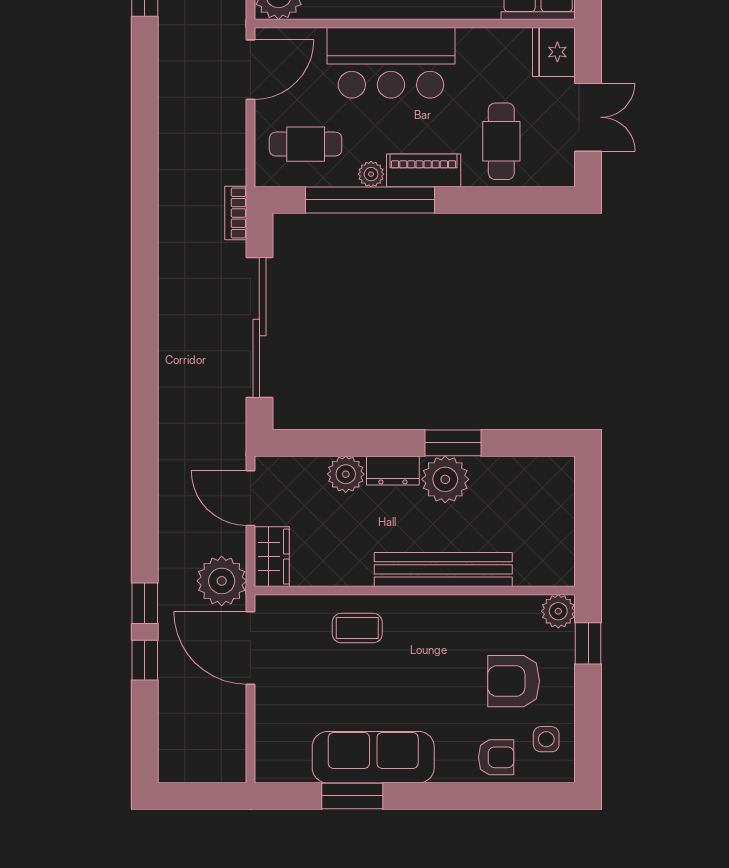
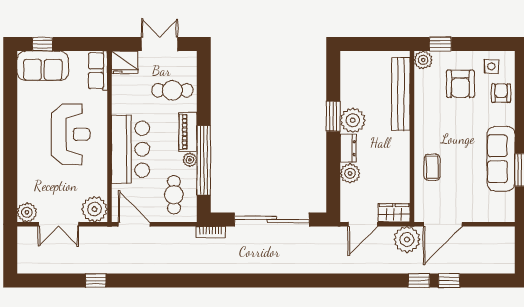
bench: (443, 569) -> (401, 94), moved

